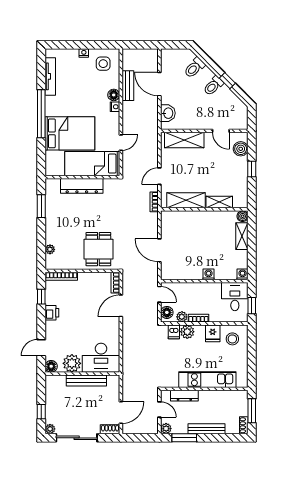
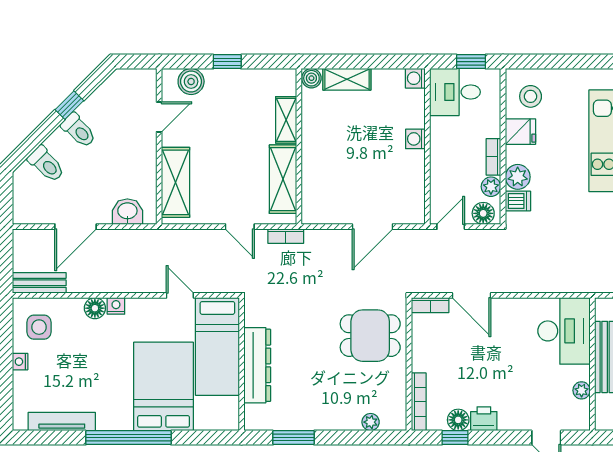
bench: (128, 86) -> (39, 283), moved
plant: (72, 363) -> (582, 390), width x0.53, depth x0.53
floor lamp: (51, 366) -> (458, 420), moved

